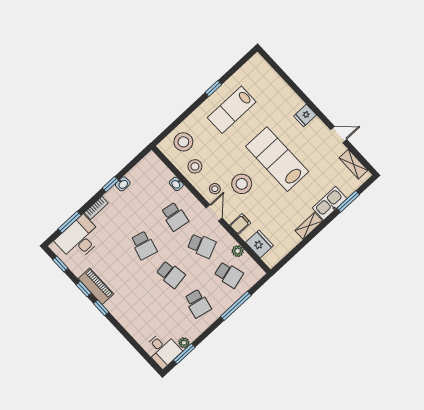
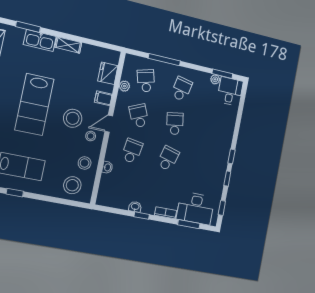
piano: (96, 286) -> (220, 171), removed

